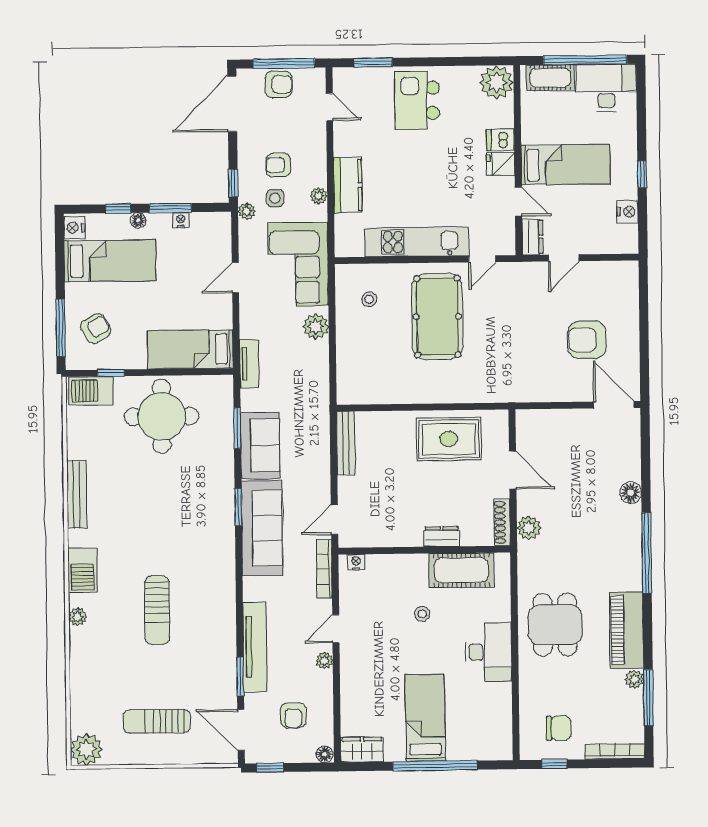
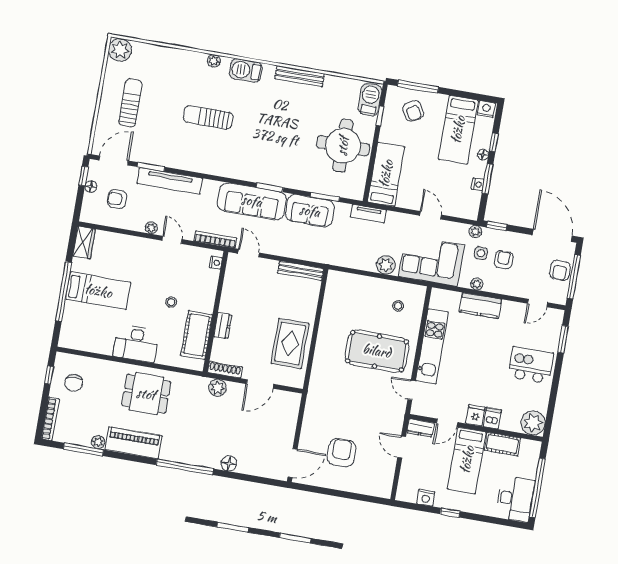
cot: (550, 78) -> (502, 444), moved, turned 90
floor lamp: (324, 754) -> (91, 187), moved

